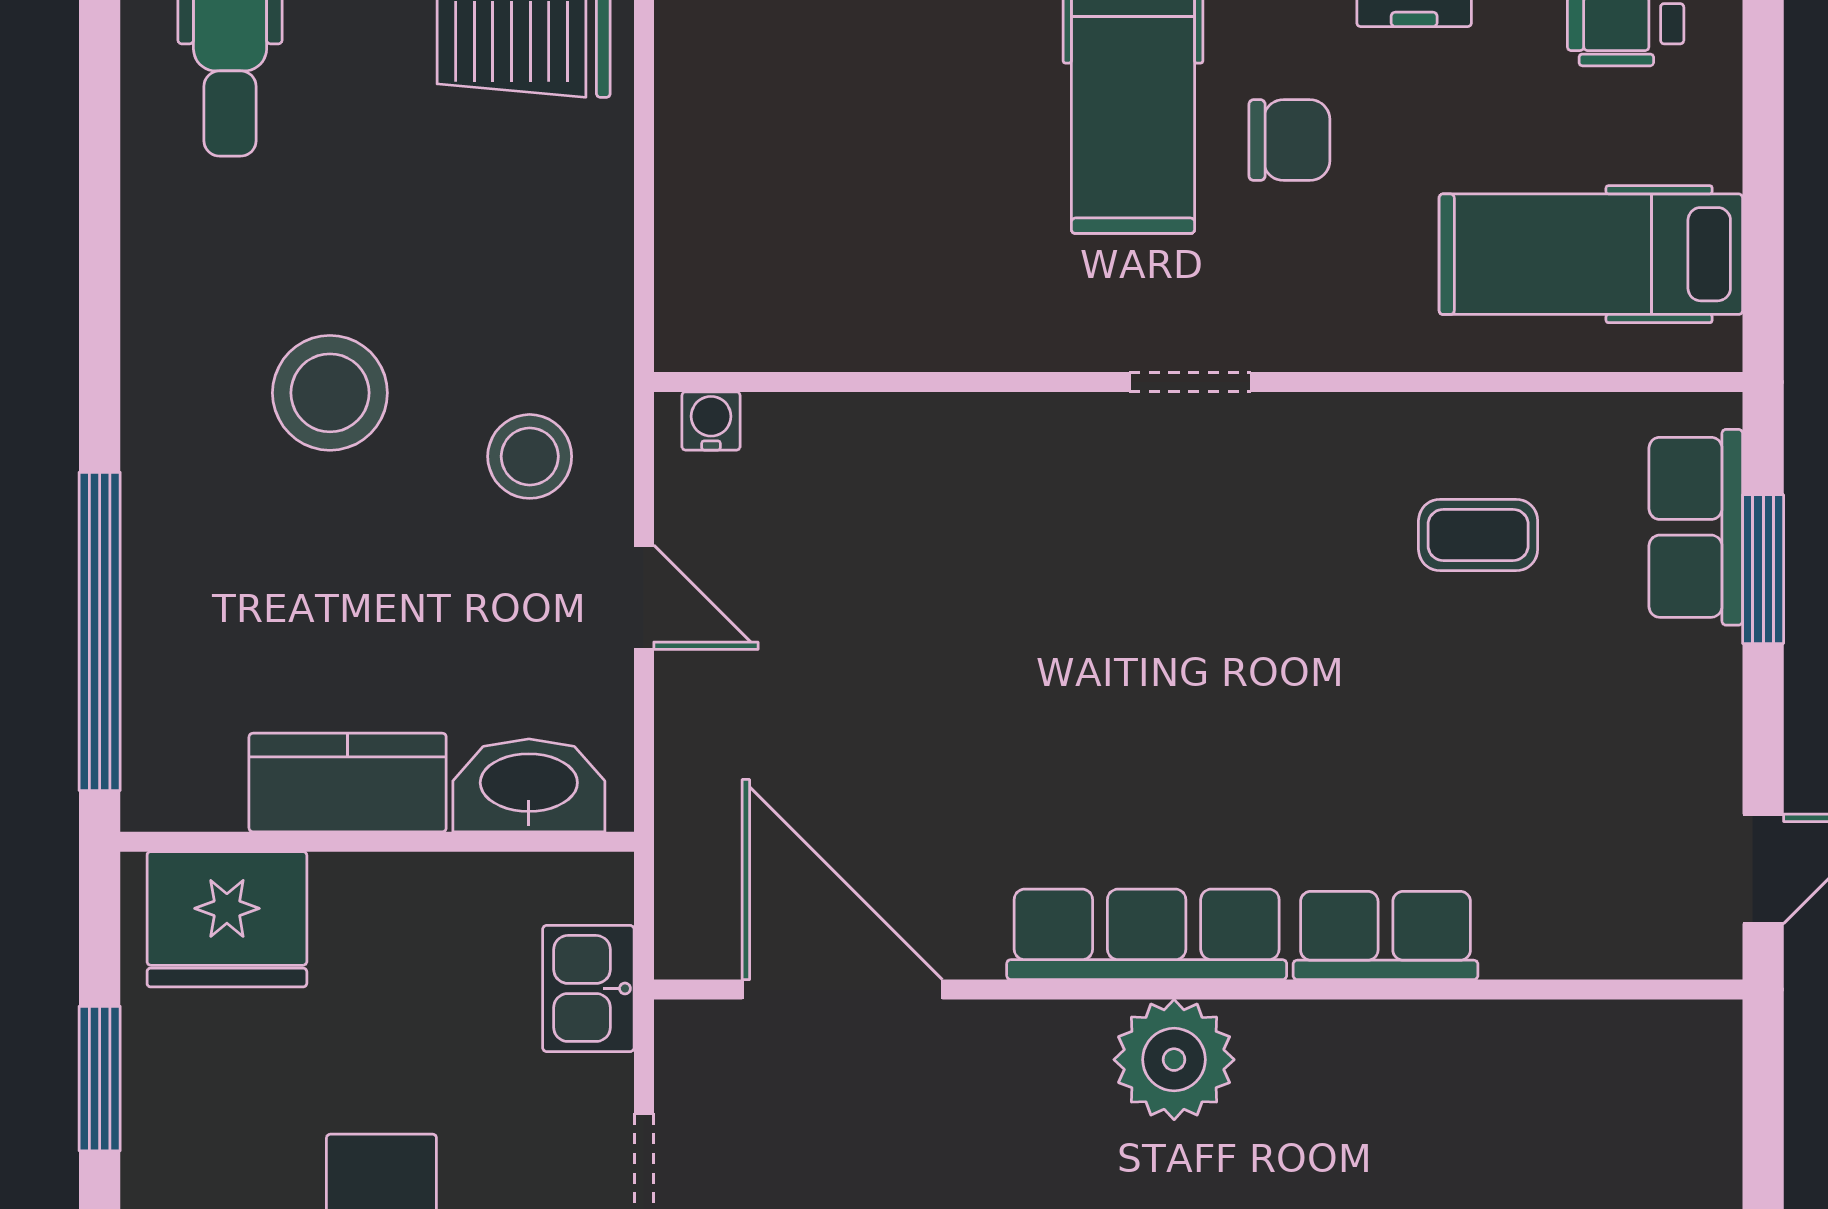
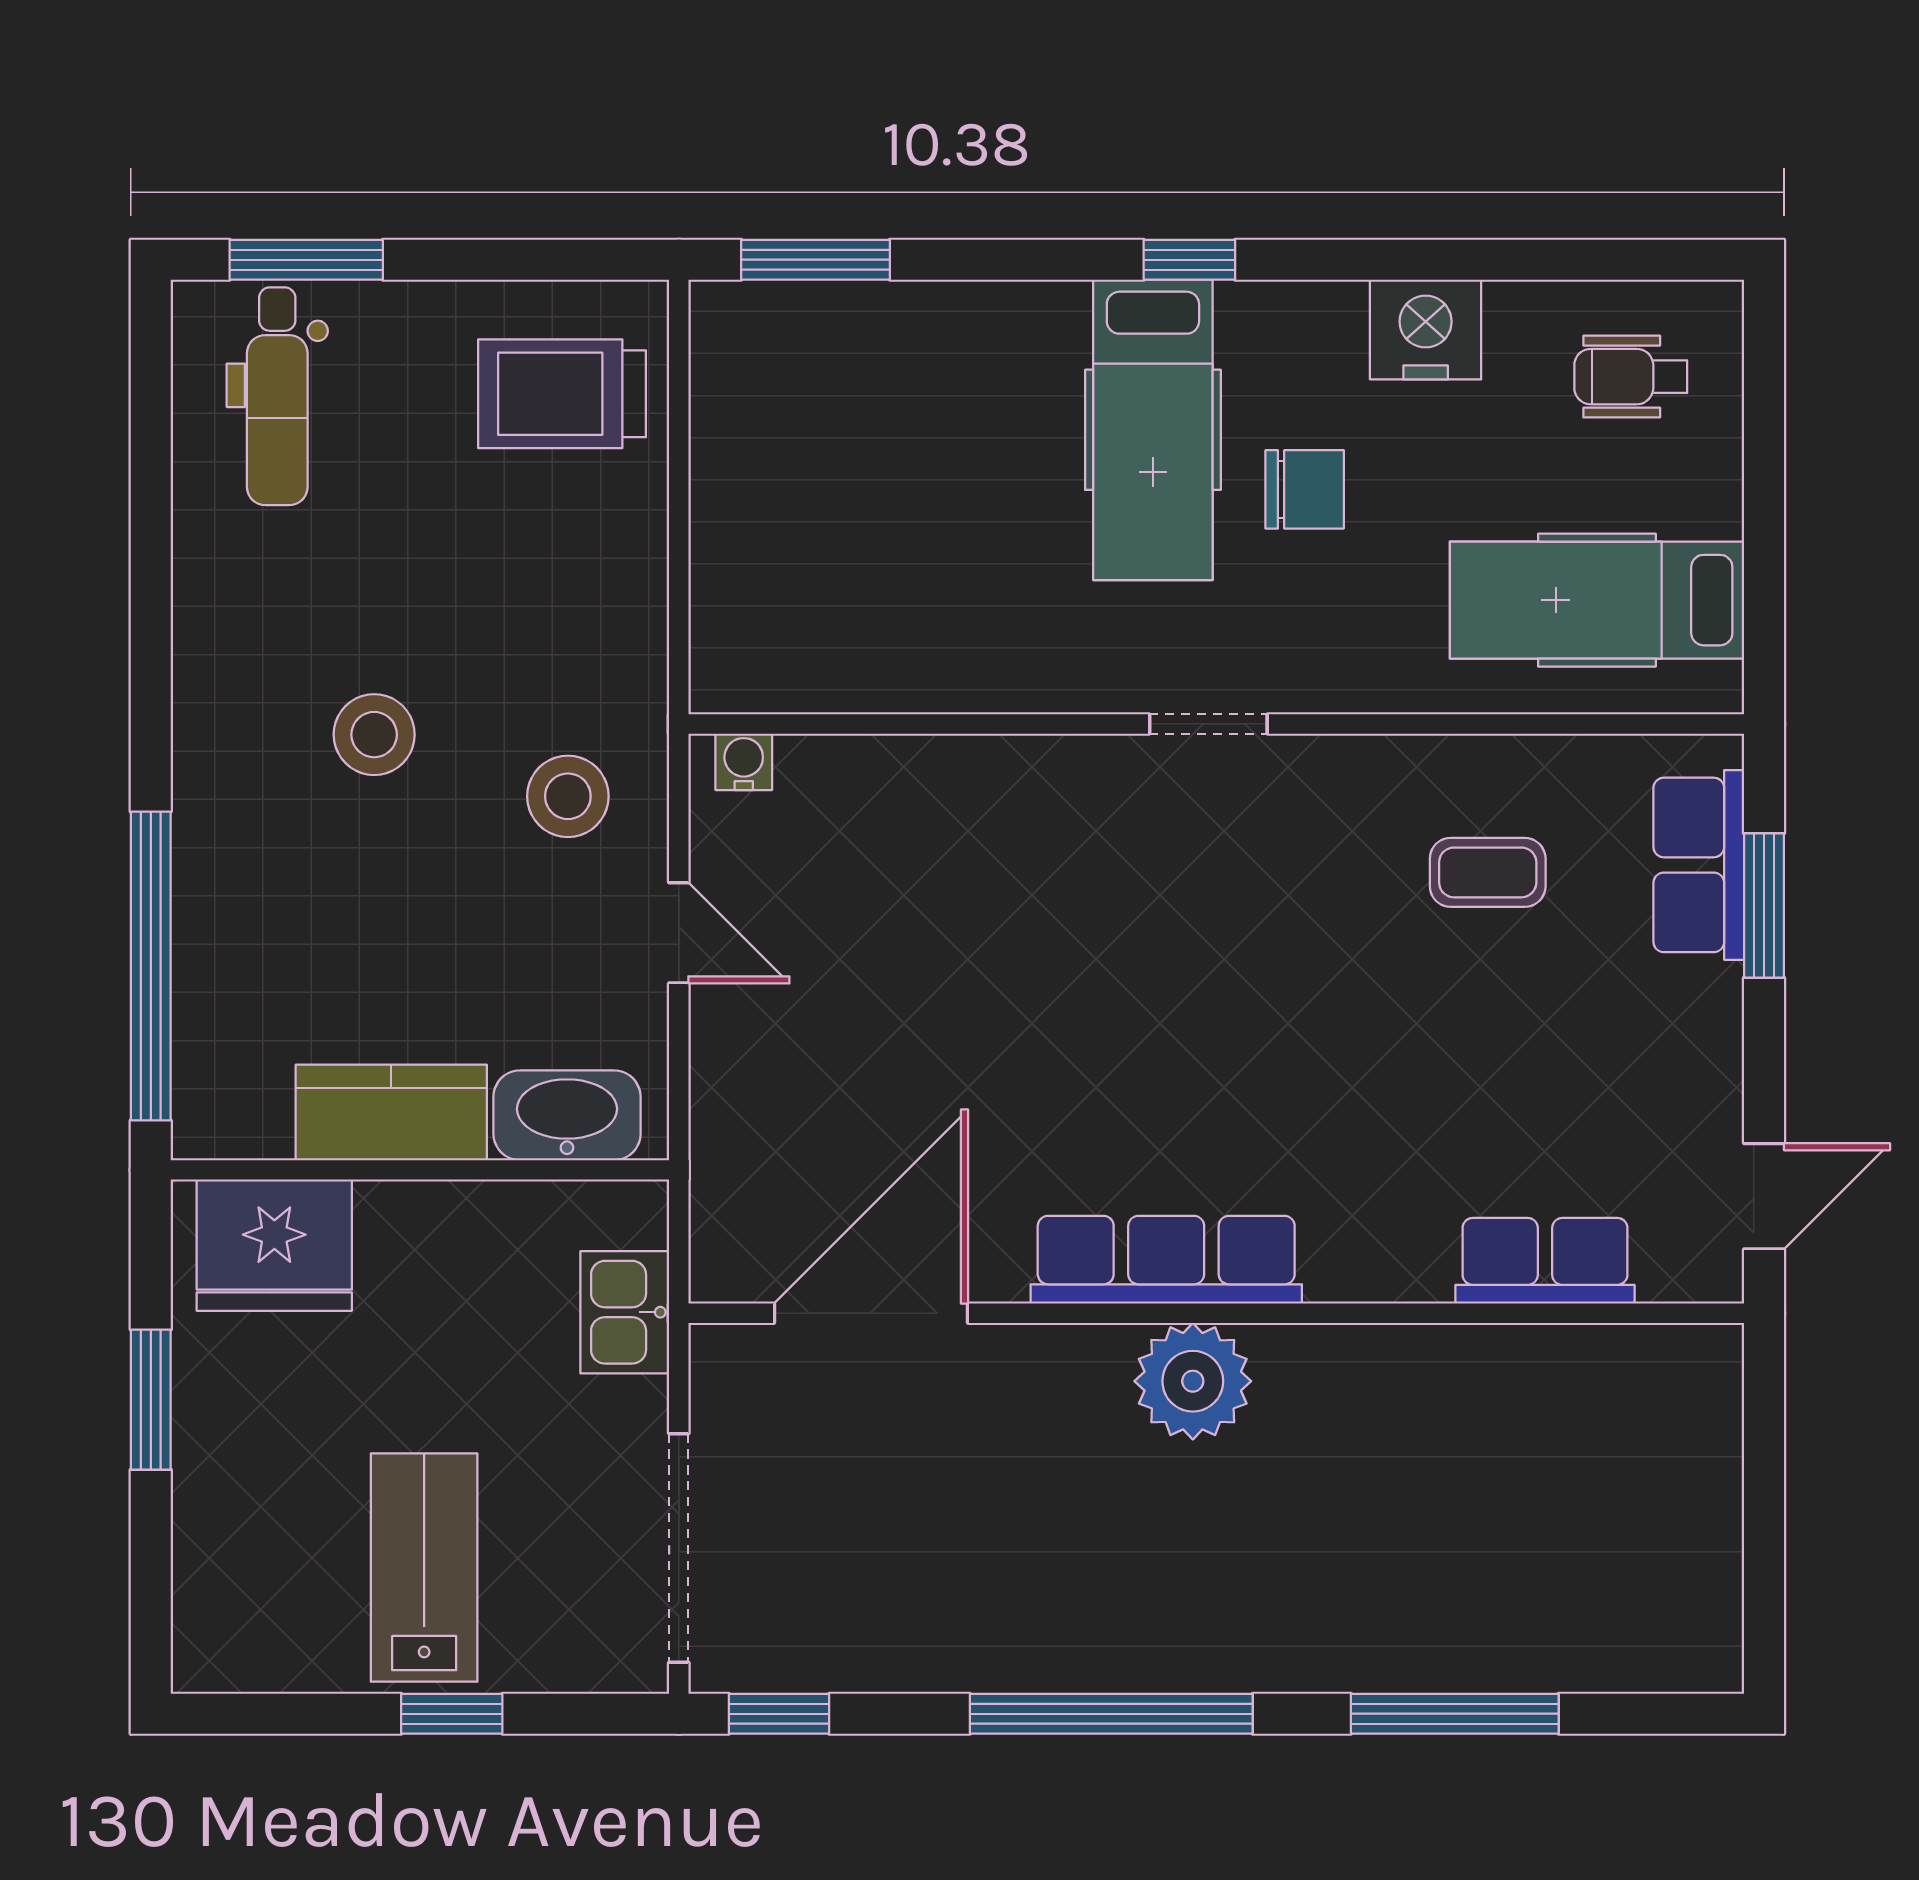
stool: (330, 393) -> (374, 735), width x0.73, depth x0.73
row of seats: (1385, 935) -> (1545, 1261), moved
door: (842, 989) -> (871, 1313), hinge flipped

